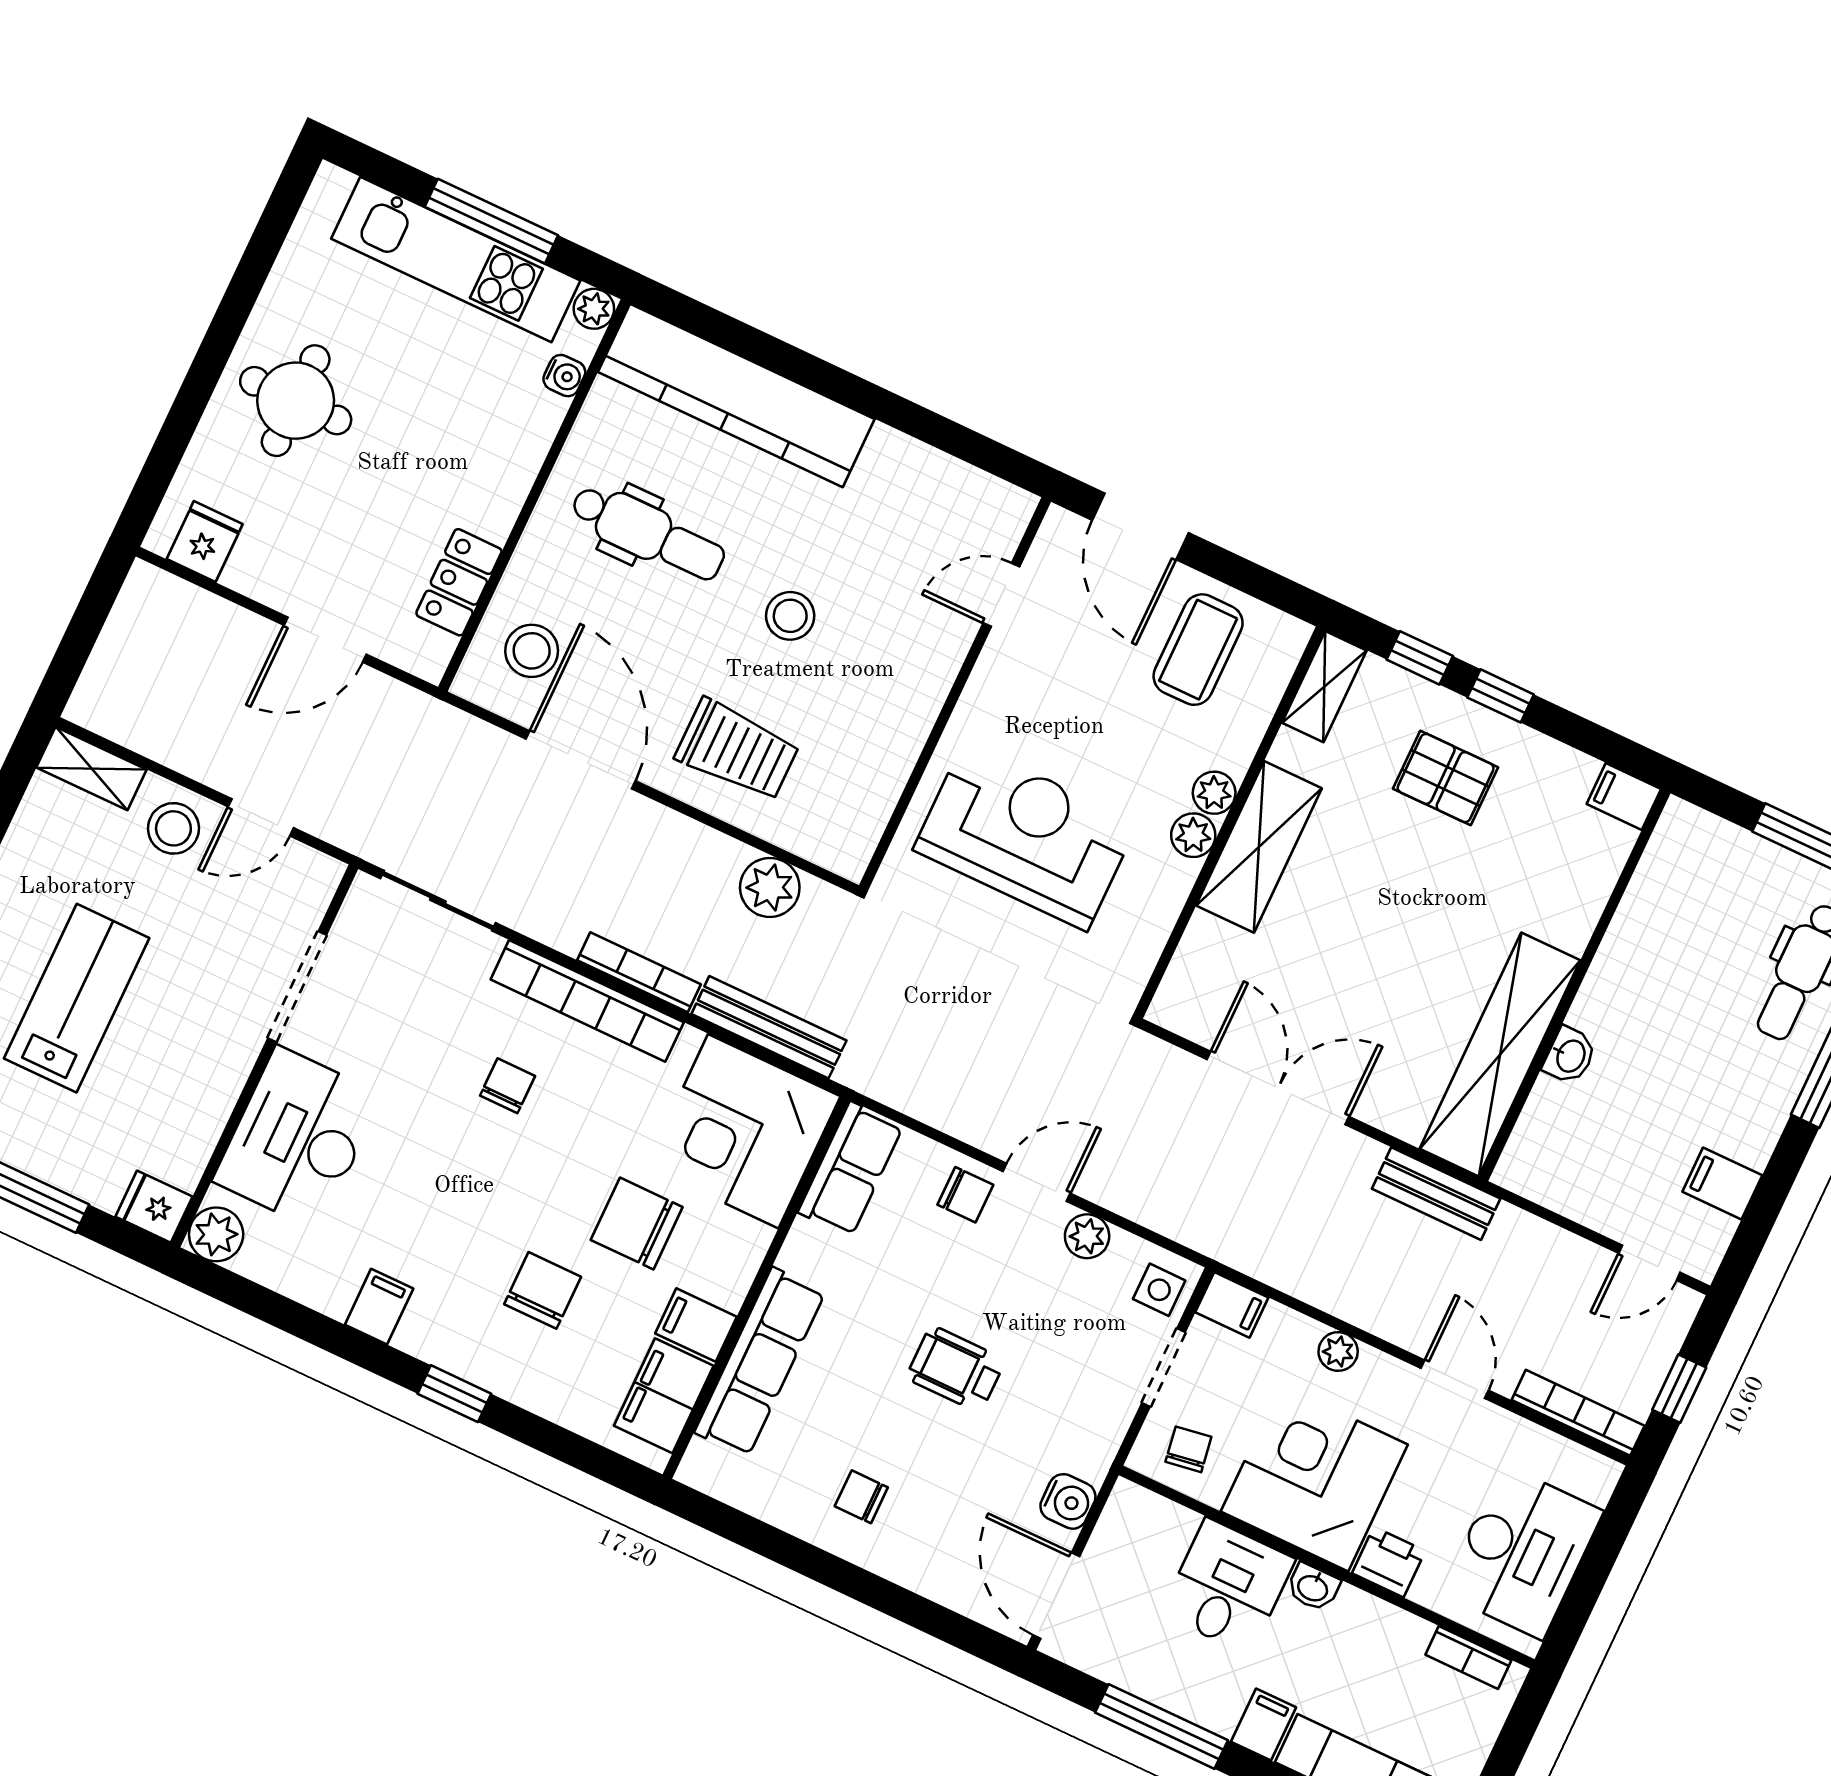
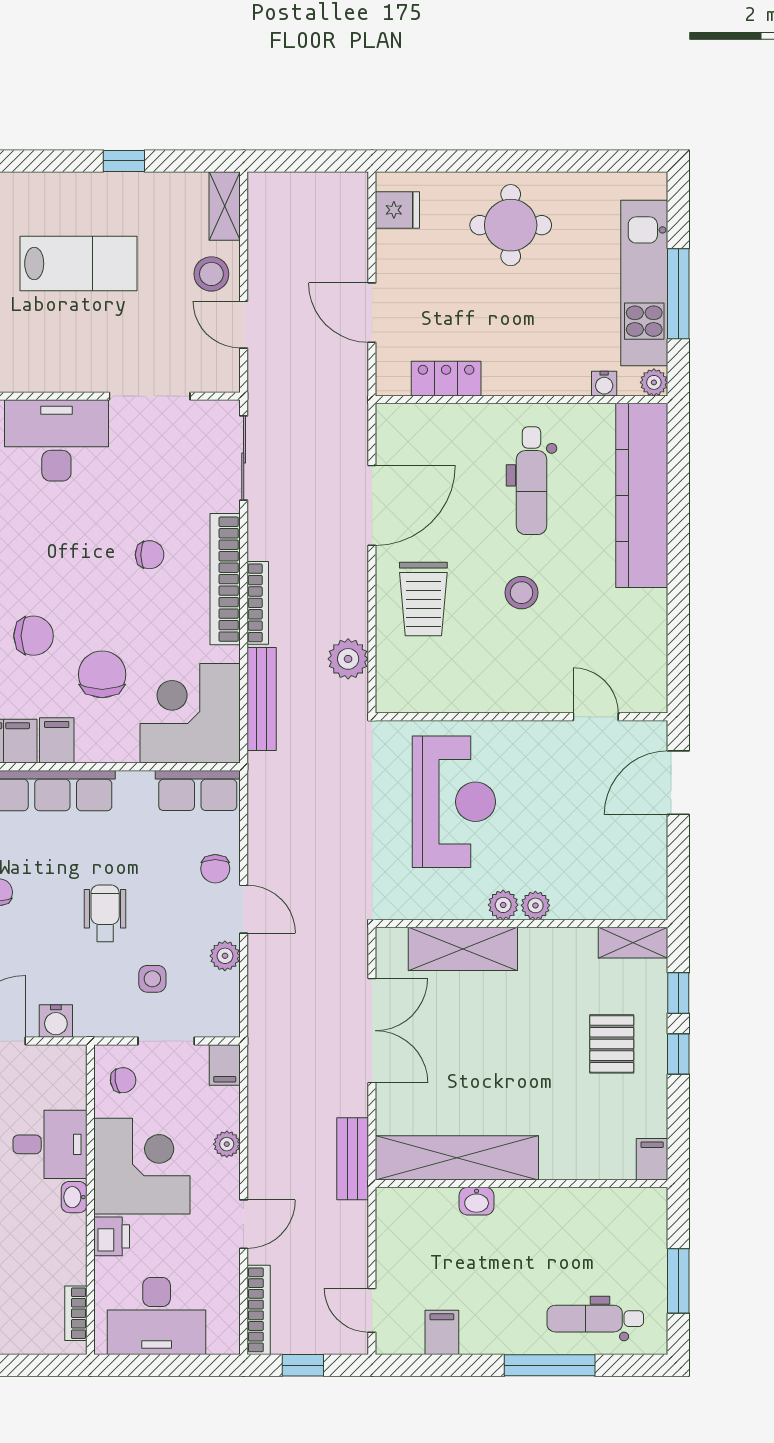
coffee table: (1198, 650) -> (619, 854), removed
stool: (532, 651) -> (425, 443), removed
shelving: (1259, 847) -> (463, 949), moved
side table: (1159, 1290) -> (152, 979), moved

